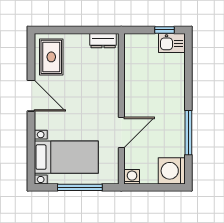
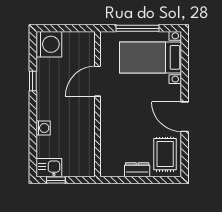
dresser: (103, 41) -> (137, 170), moved
window: (188, 133) -> (33, 81), width x0.46
washing machine: (132, 177) -> (43, 128), moved, turned -90

